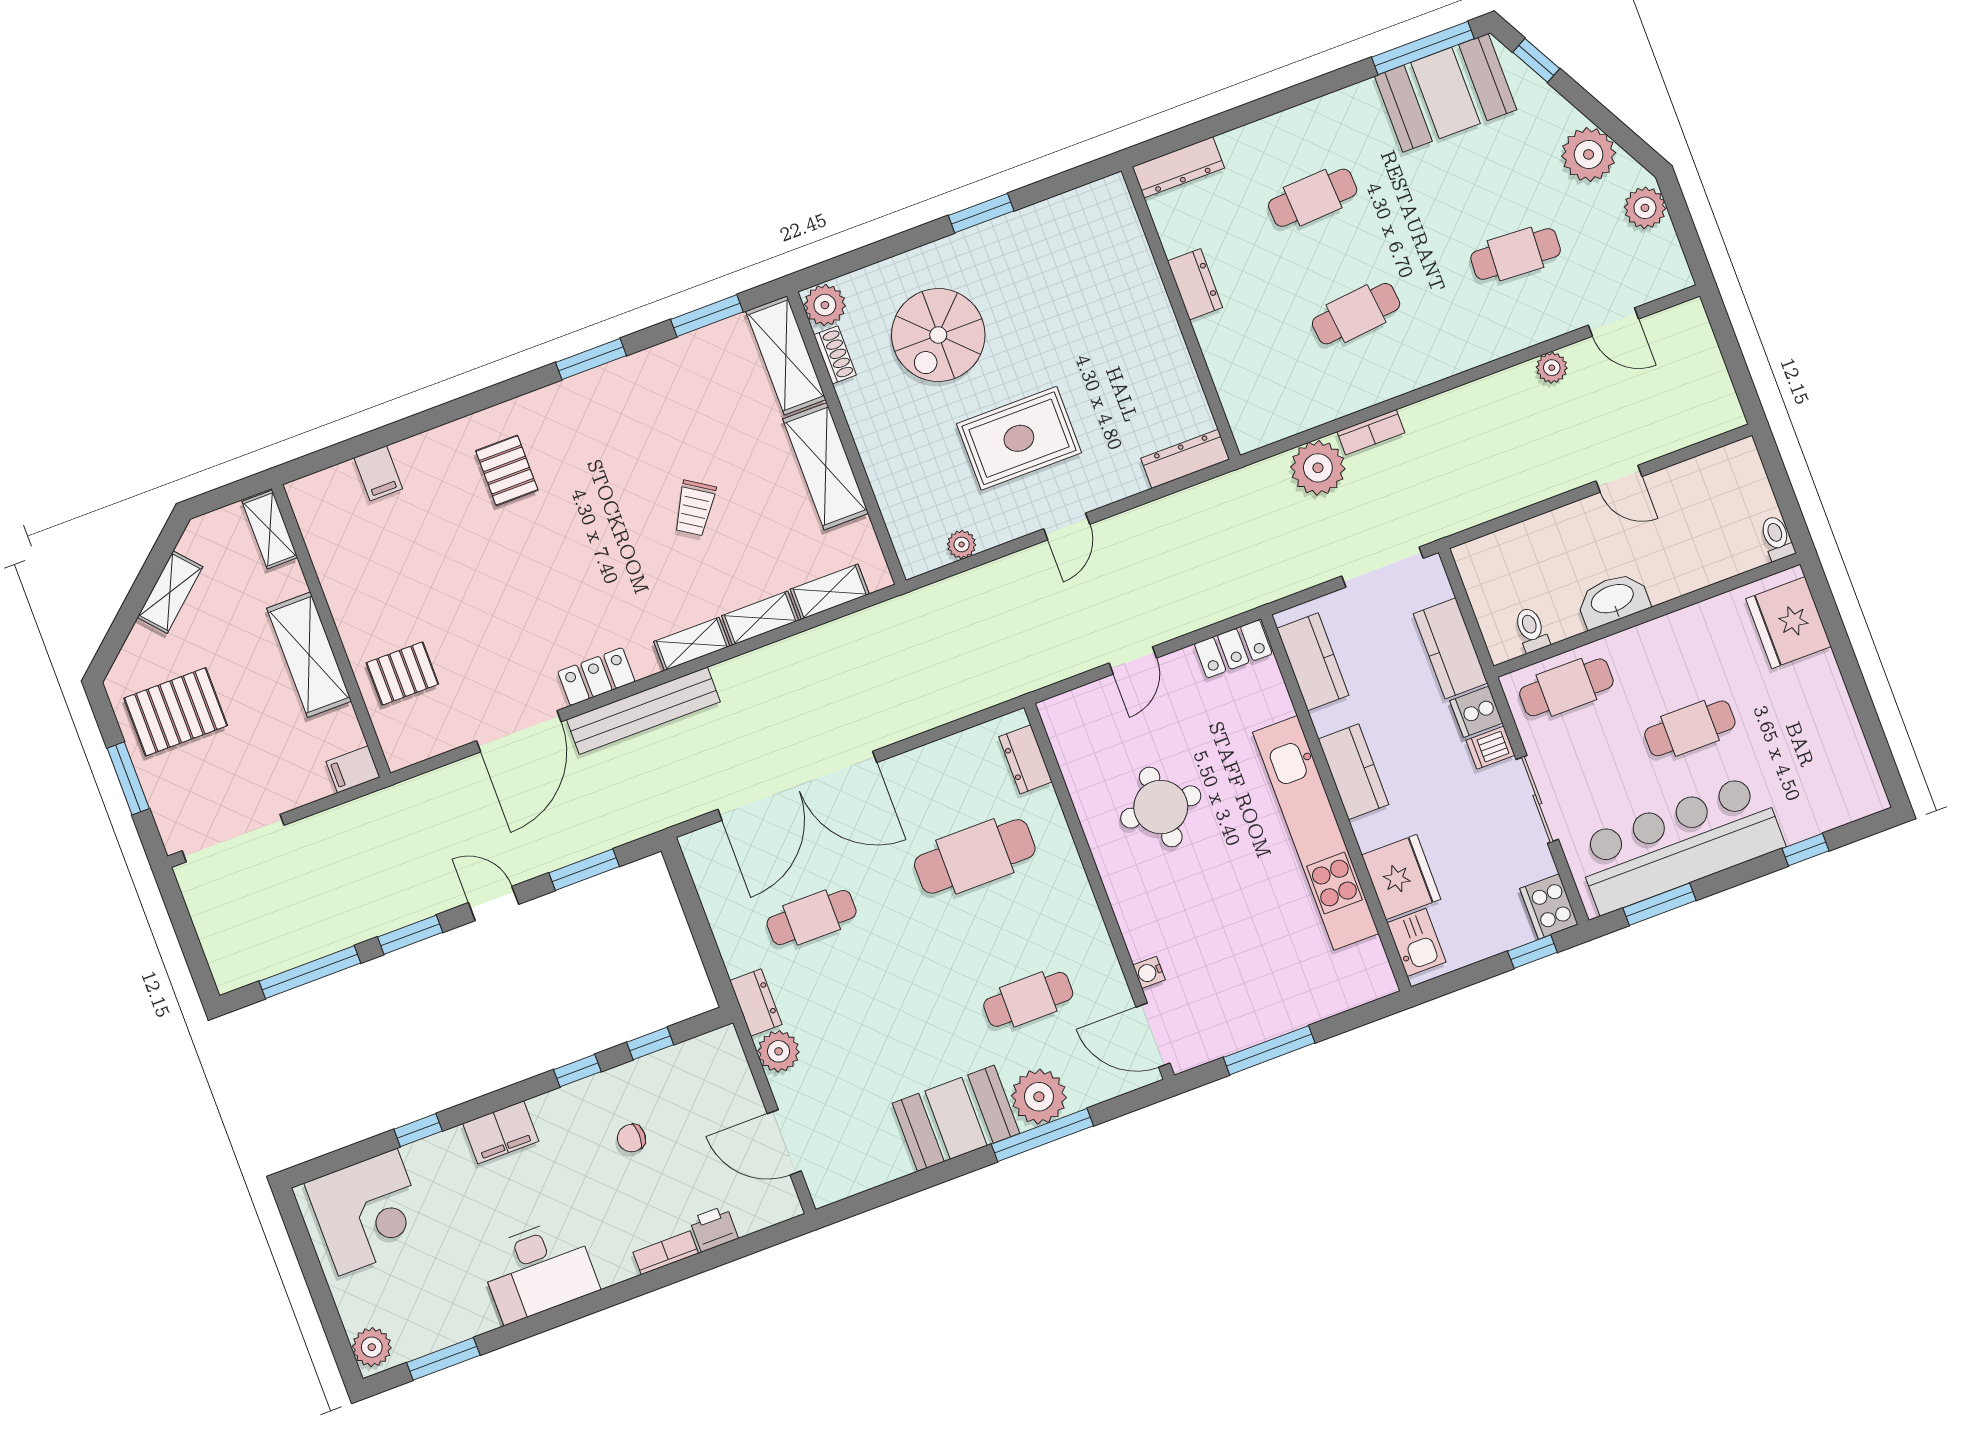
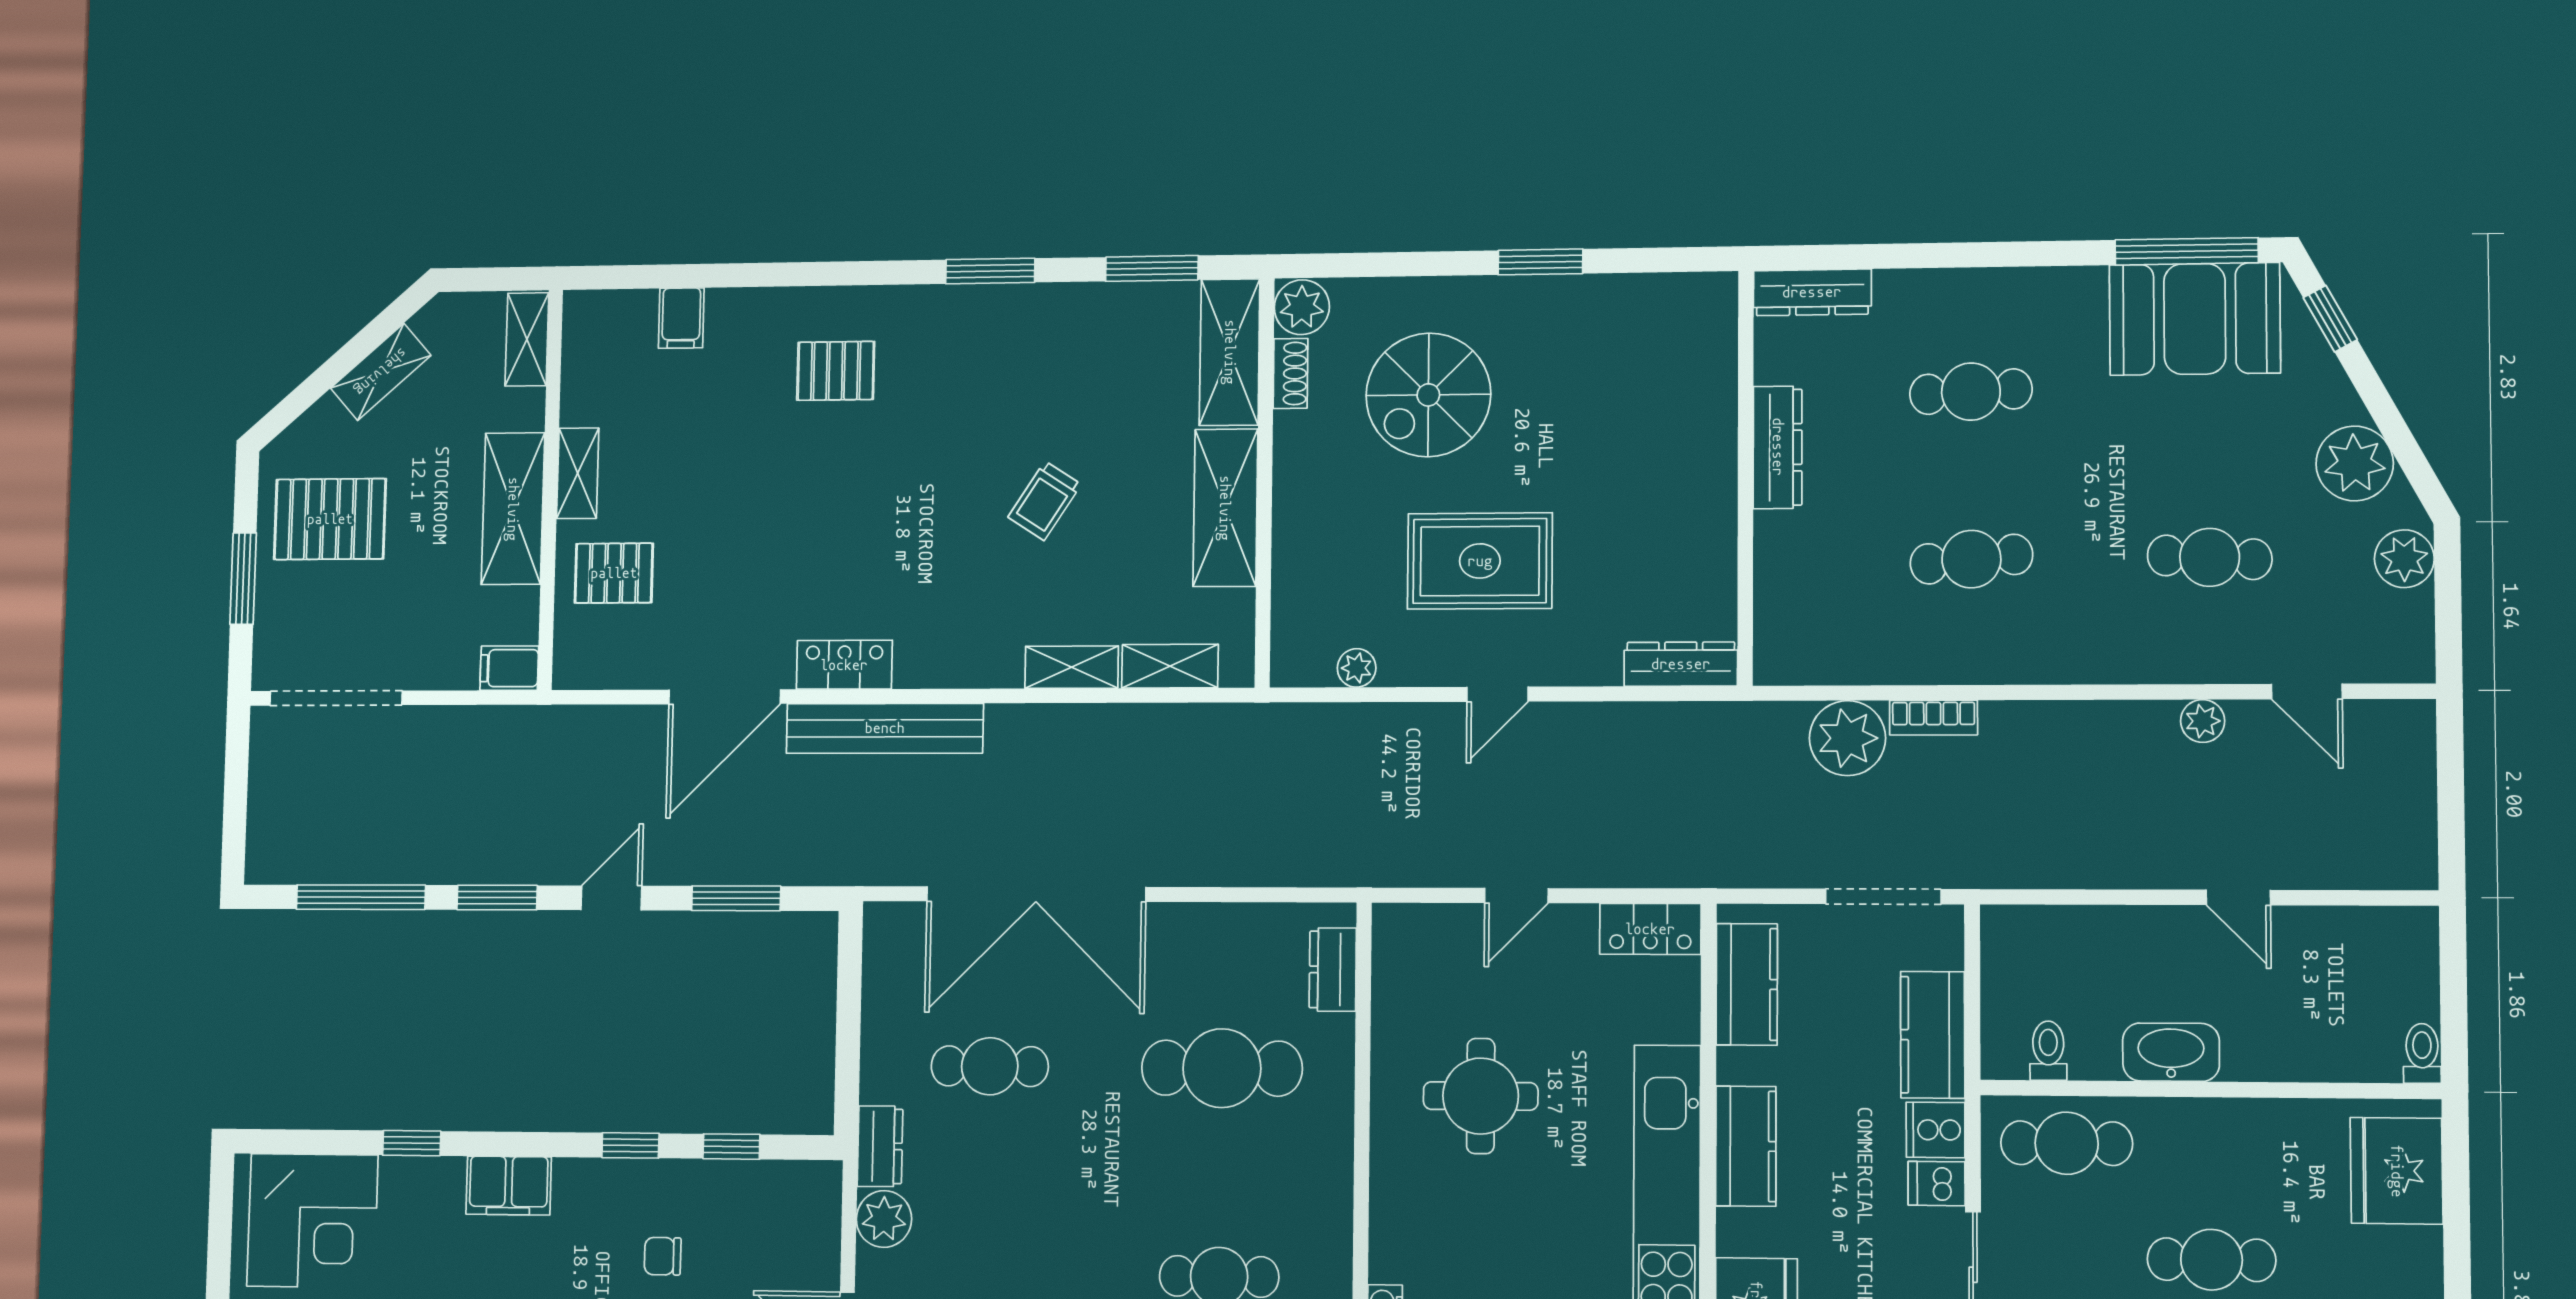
dresser: (1195, 284) -> (1778, 447), width x1.44
pallet: (507, 470) -> (836, 371), turned 90
shelving: (692, 644) -> (578, 473), moved, turned 90
door: (494, 903) -> (611, 898), hinge flipped

